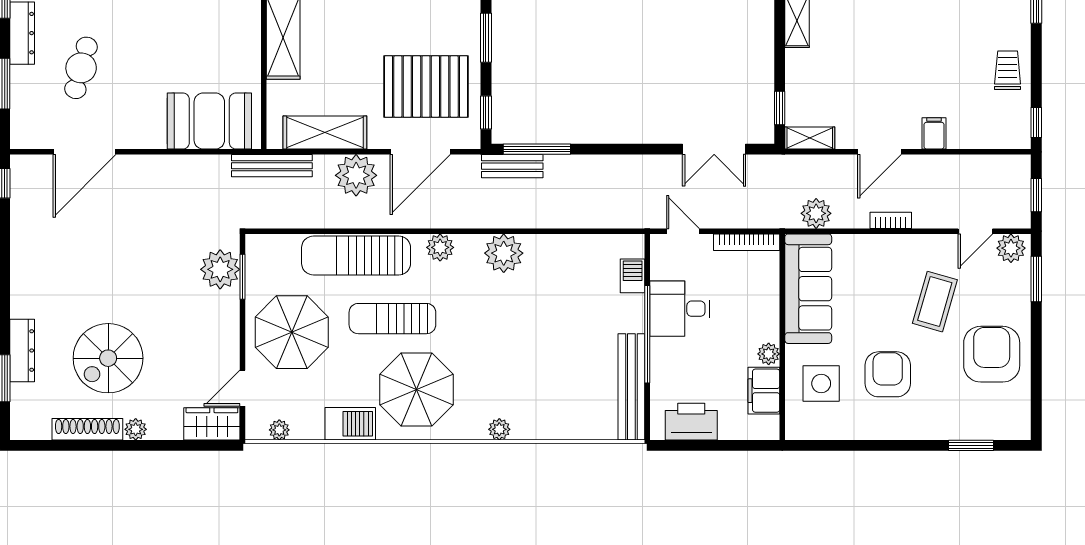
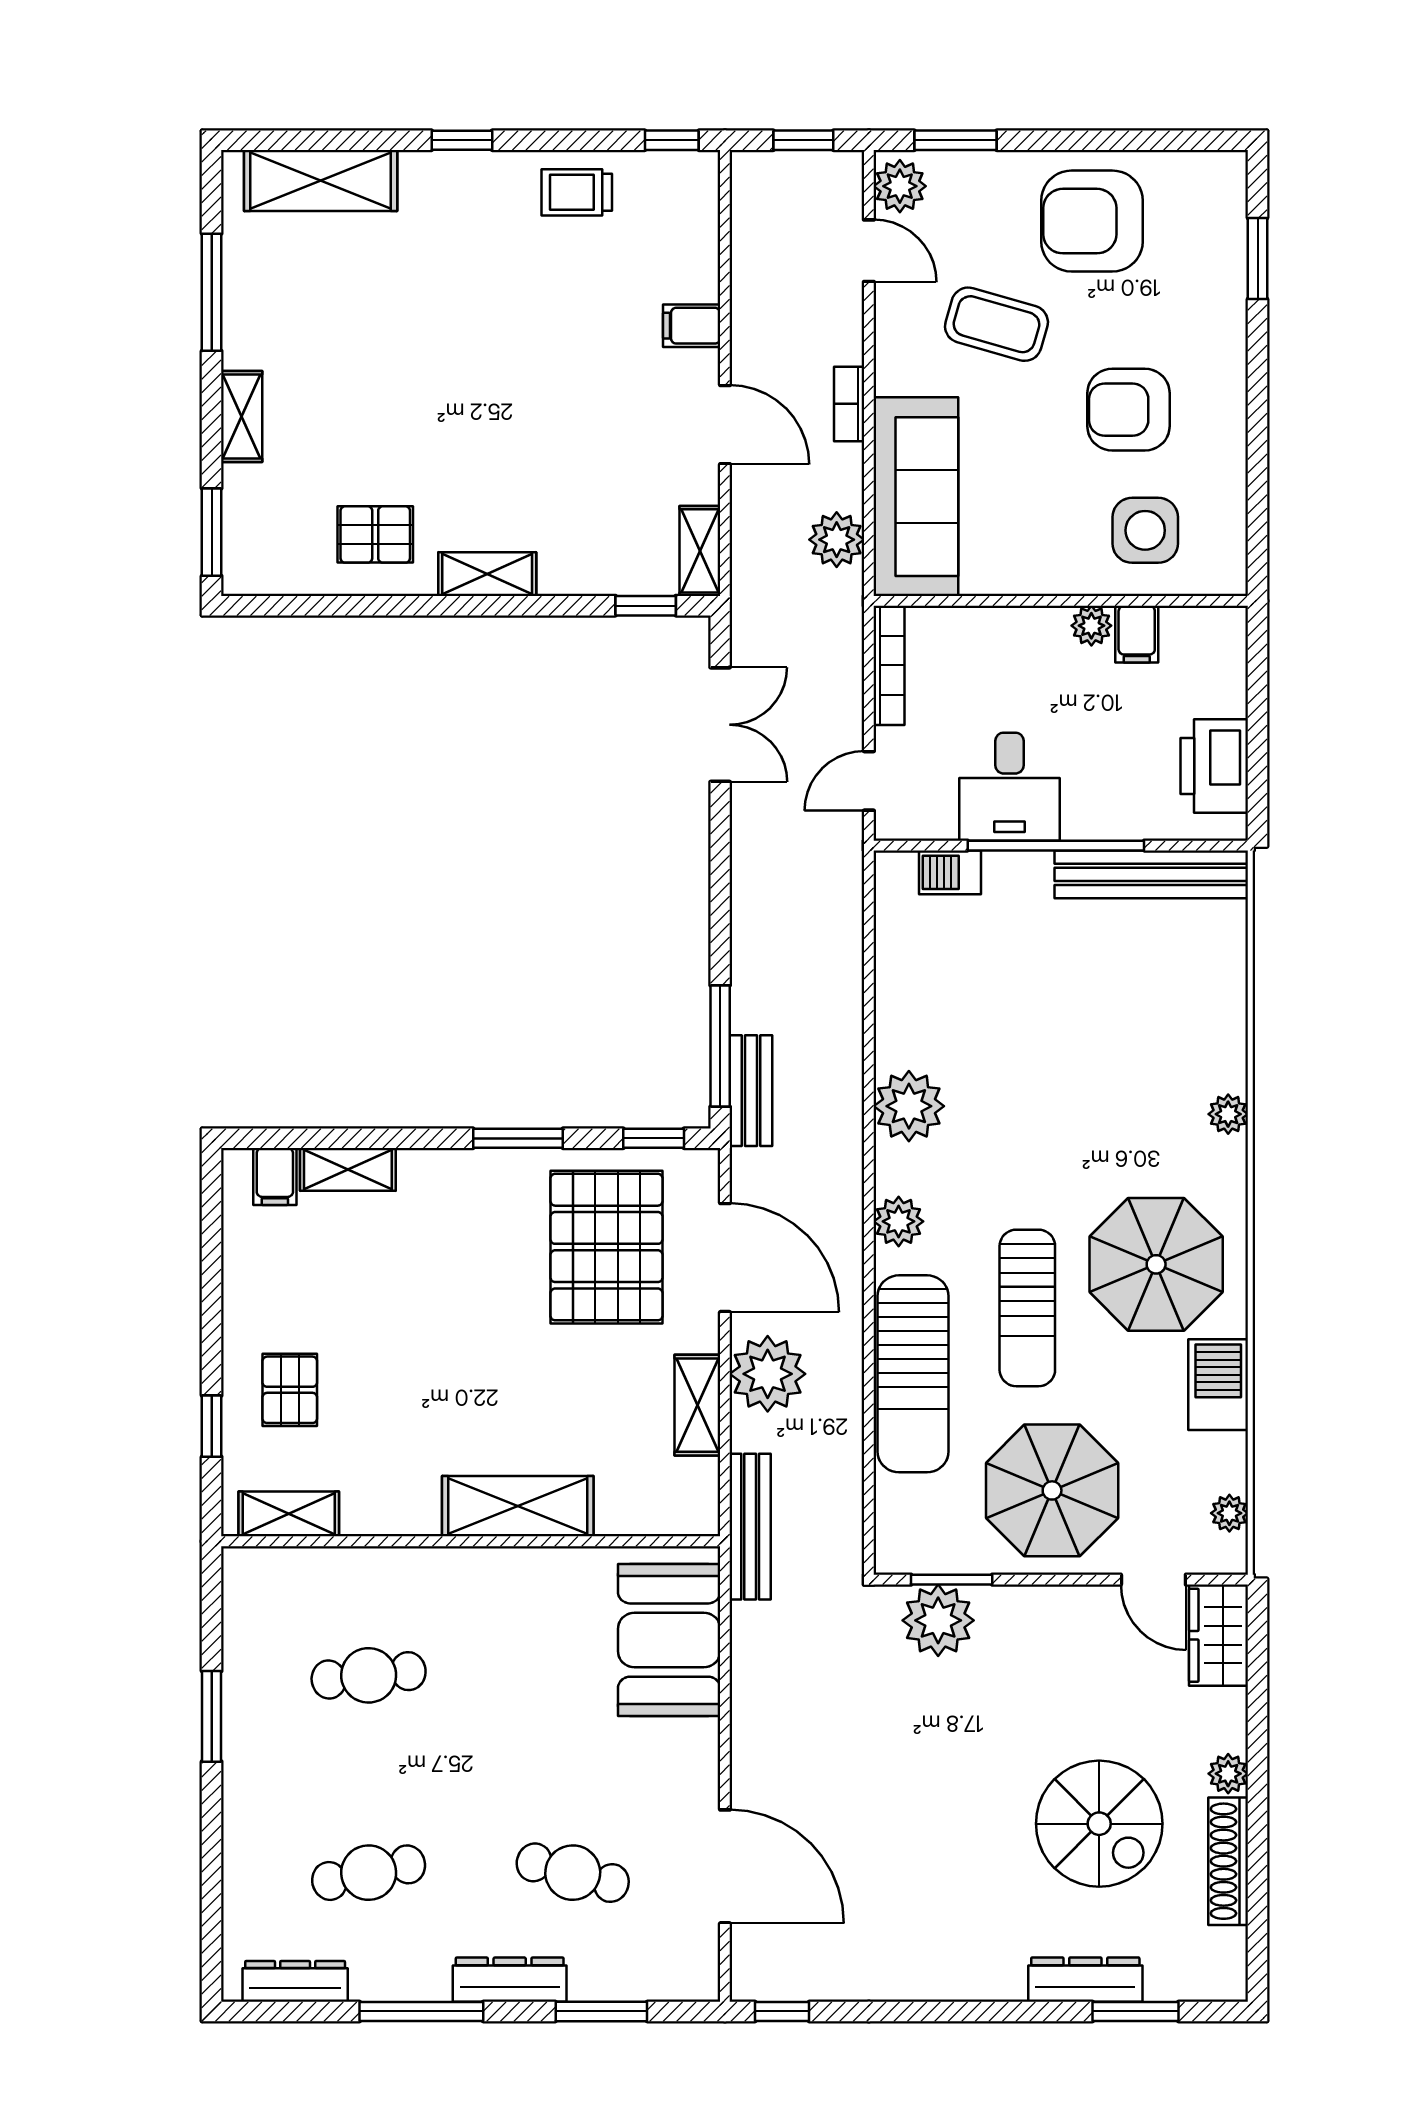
shelving: (325, 132) -> (697, 1405), width x0.67, depth x0.75
sofa: (808, 289) -> (916, 497), moved, turned 90
filing cabinet: (764, 391) -> (1137, 634), width x0.50

